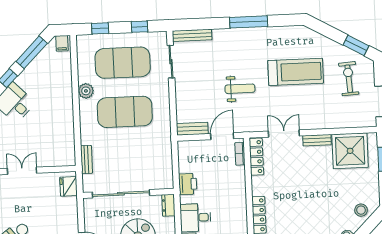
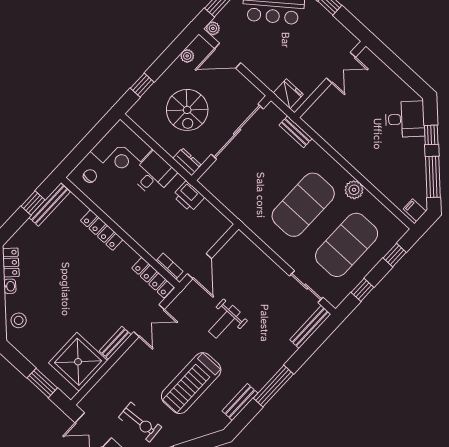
bench: (192, 129) -> (240, 402), moved

